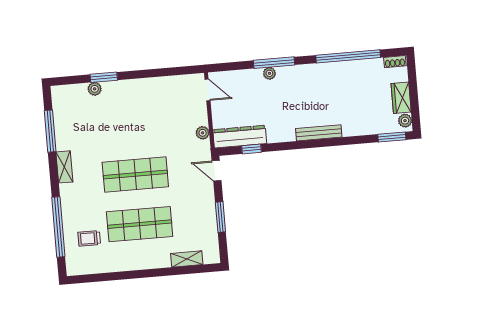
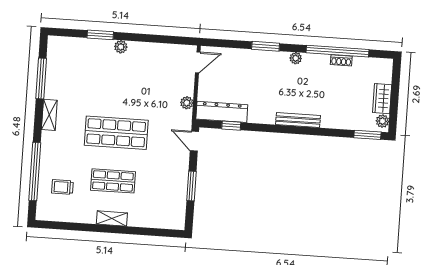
shoe rack: (395, 62) -> (341, 60), moved
window: (274, 63) -> (266, 46), width x0.69
plant: (269, 73) -> (296, 58), moved
plant: (95, 89) -> (121, 47), moved
door: (207, 90) -> (198, 62), hinge flipped
shop shelf: (140, 224) -> (113, 181), width x0.70, depth x0.74
shelving: (187, 259) -> (112, 218), moved

